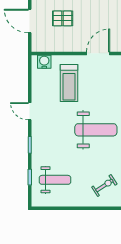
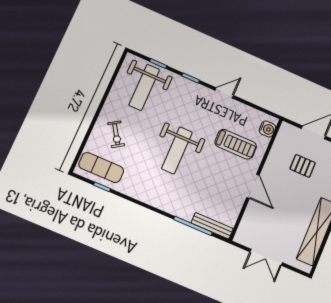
pallet: (63, 18) -> (303, 166), turned 90
treadmill: (69, 83) -> (236, 144), turned 180
weight bench: (55, 180) -> (144, 87), width x1.36, depth x1.33

